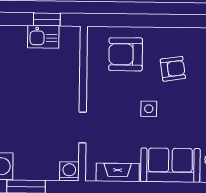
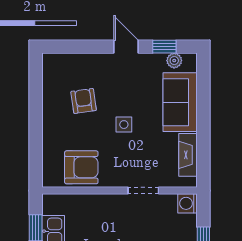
armchair: (126, 54) -> (81, 167), moved, turned -90

